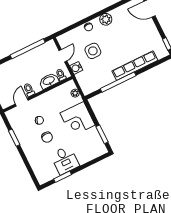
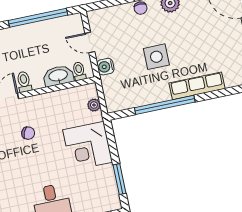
side table: (93, 51) -> (156, 57), moved
door: (63, 56) -> (90, 42), swing flipped
row of seats: (135, 66) -> (197, 86), width x0.73
chair: (47, 137) -> (33, 162), removed

